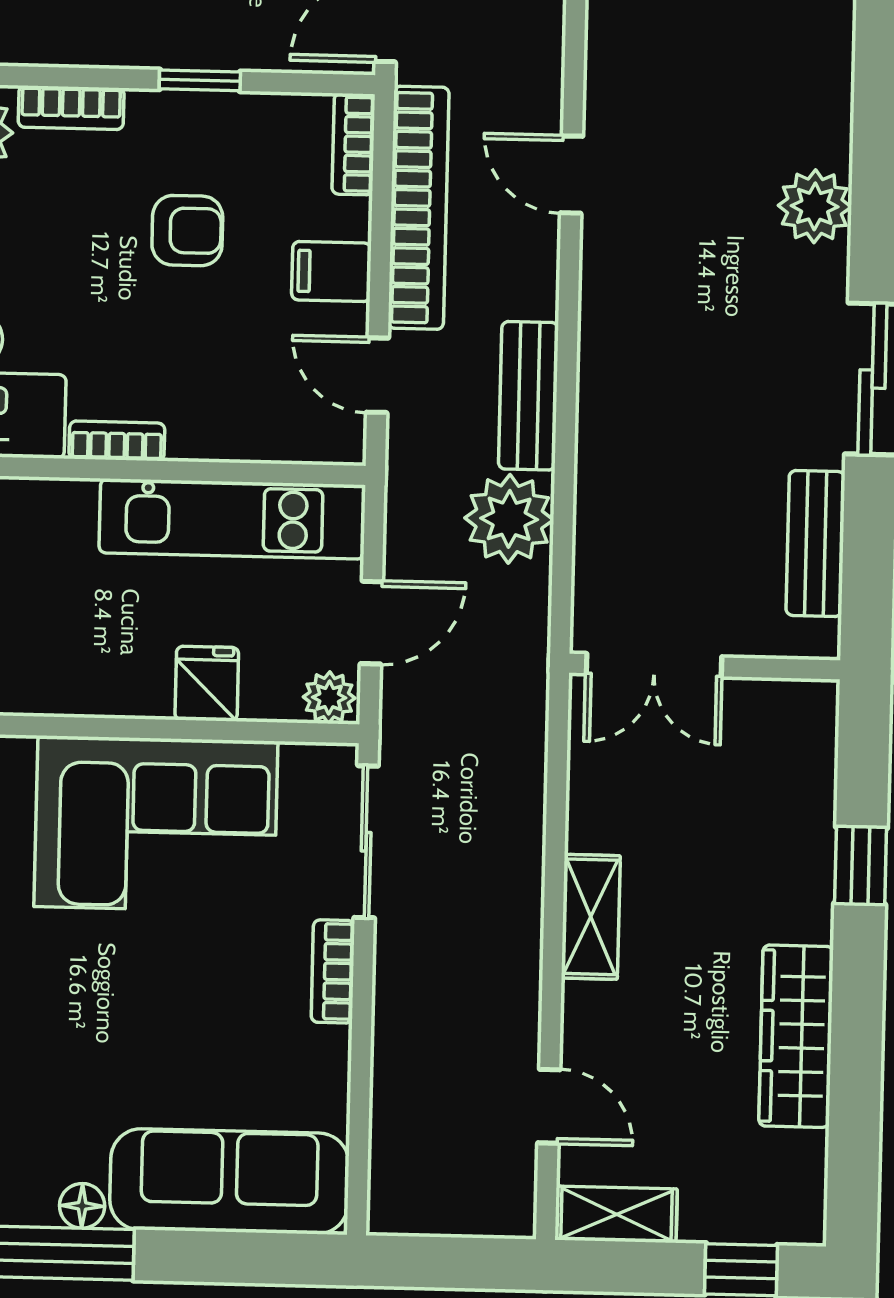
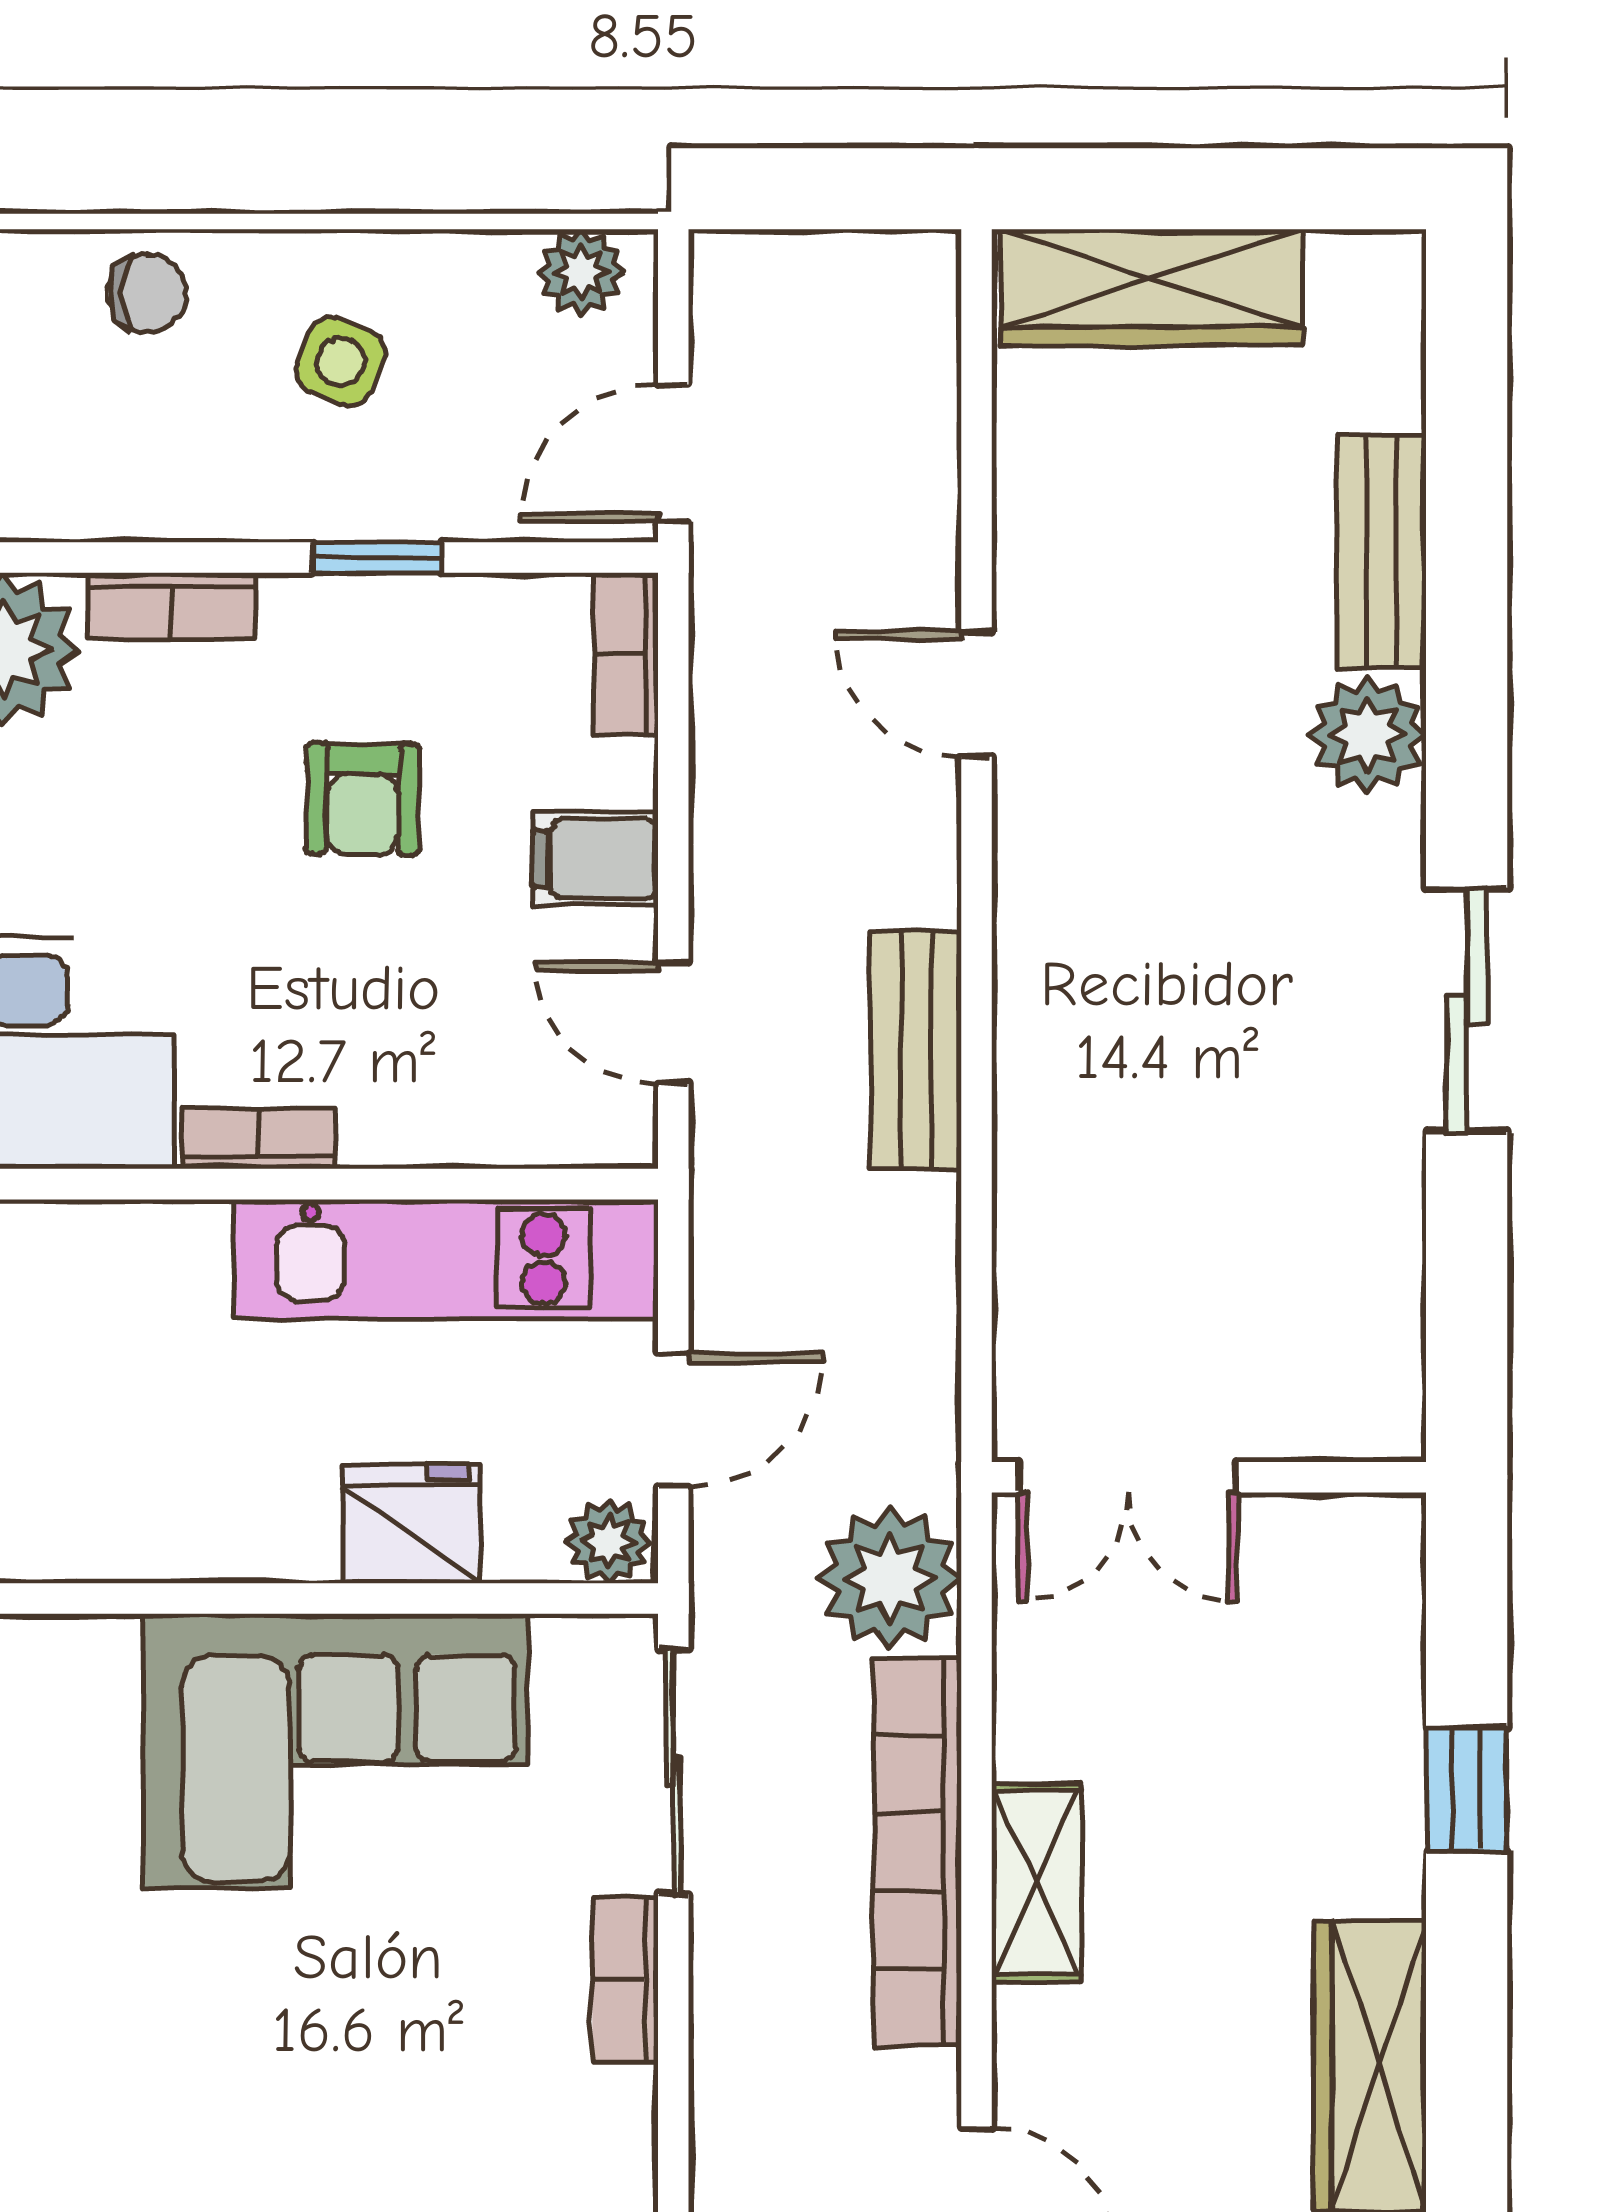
bookcase: (419, 208) -> (917, 1852), moved, turned 180
armchair: (187, 231) -> (363, 799), turned 91
plant: (509, 519) -> (890, 1578), moved
bench: (815, 543) -> (1382, 552), moved
fridge: (207, 684) -> (412, 1524), width x1.38

